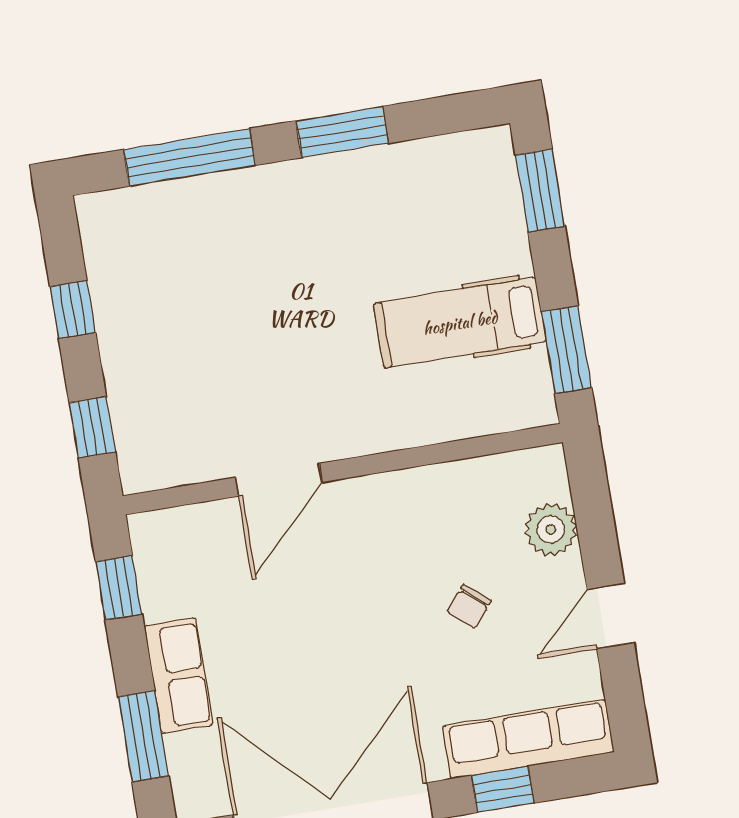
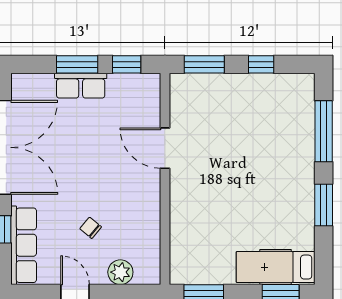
hospital bed: (460, 323) -> (276, 267), moved, turned -90
window: (92, 427) -> (204, 64), width x1.50
window: (143, 736) -> (77, 64), moved

